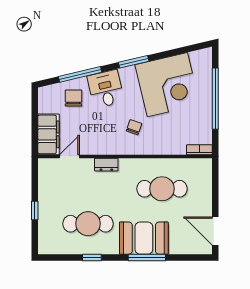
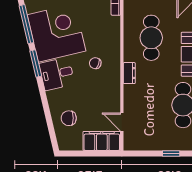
window: (80, 74) -> (26, 24), moved
desk: (106, 89) -> (57, 74), moved
dresser: (106, 165) -> (129, 73), moved

